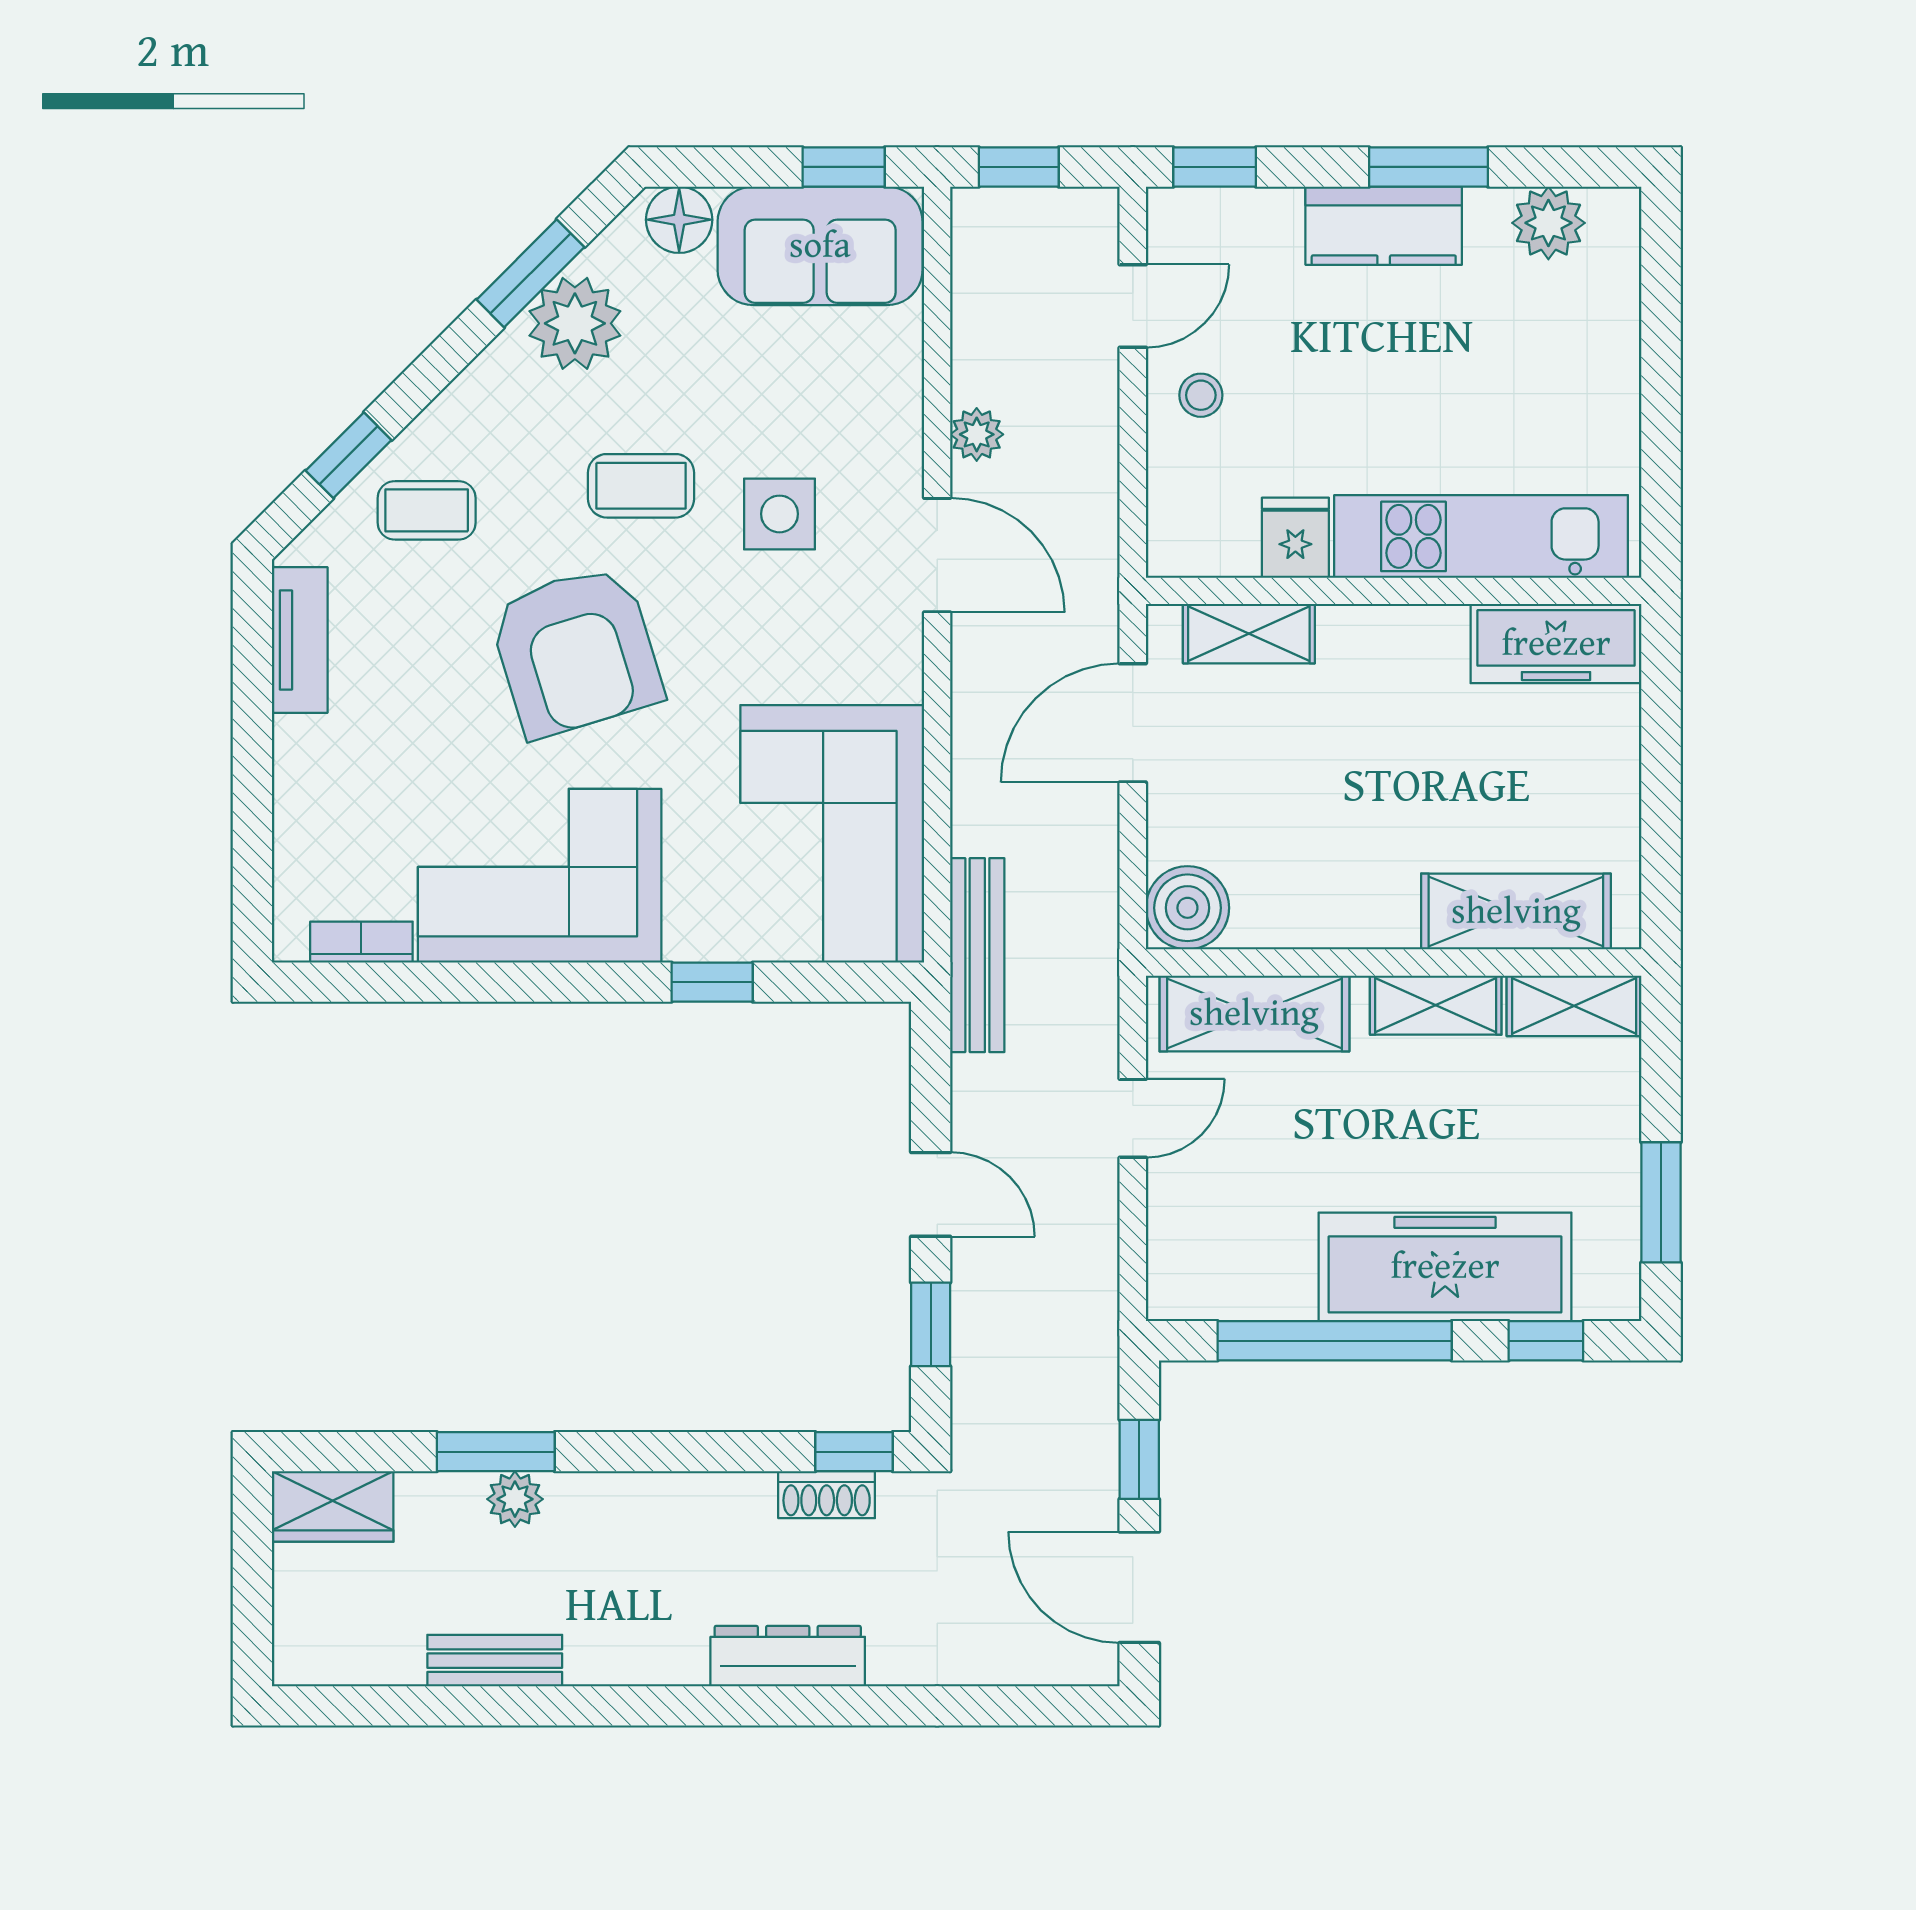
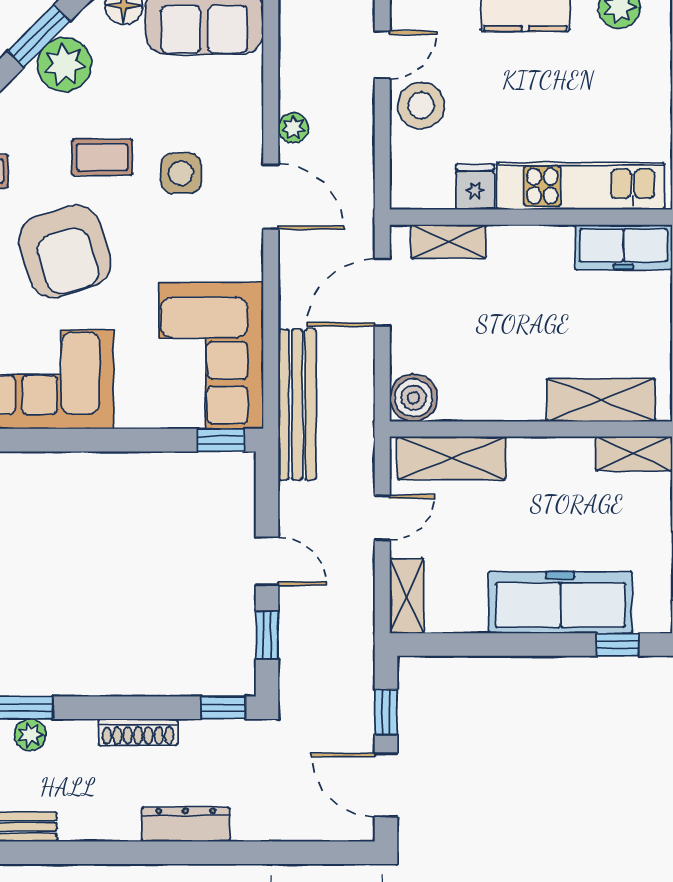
stool: (1201, 395) -> (421, 106), width x1.89, depth x1.89
bench: (977, 955) -> (297, 404), width x1.37, depth x1.21
window: (712, 982) -> (221, 440), moved
shelving: (1436, 1005) -> (407, 596), moved, turned 90
window: (1335, 1341) -> (497, 645), removed
shoe rack: (827, 1495) -> (138, 732), moved, width x1.43

